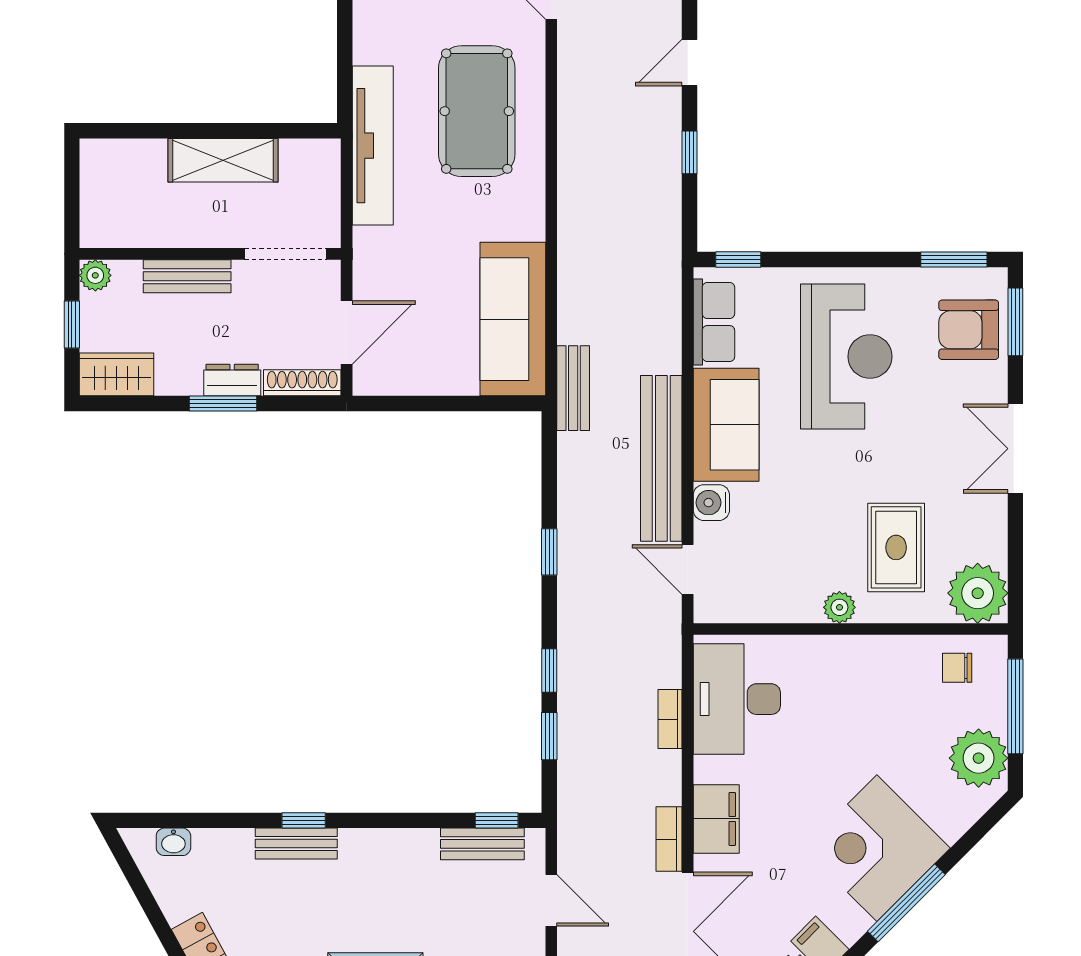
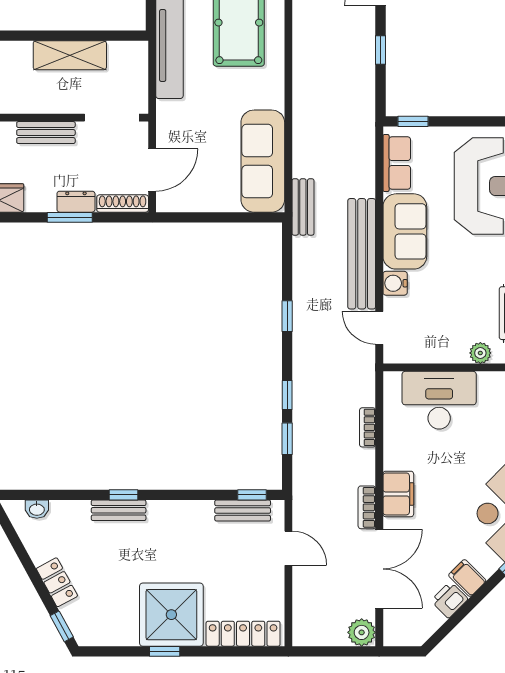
desk: (737, 699) -> (439, 400), moved, turned 90

